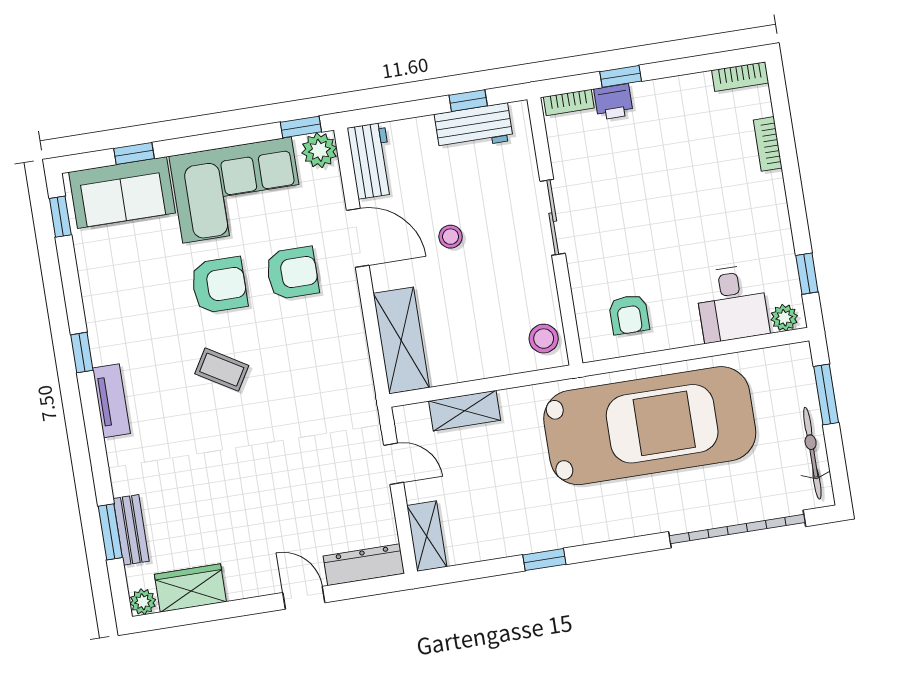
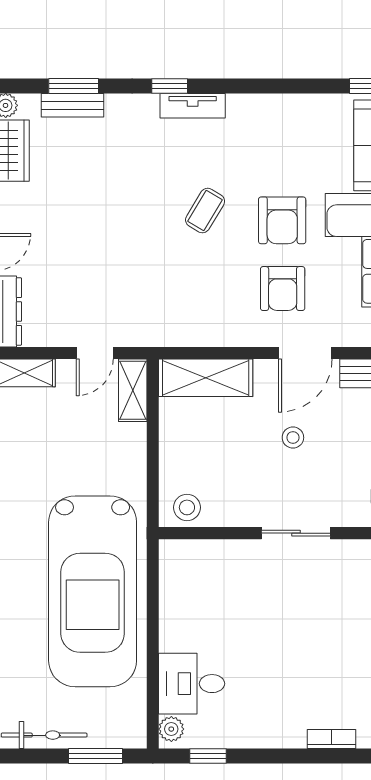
armchair: (629, 315) -> (196, 588), removed
window: (82, 353) -> (170, 86), moved
shelving: (465, 411) -> (133, 390), moved

